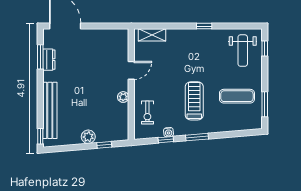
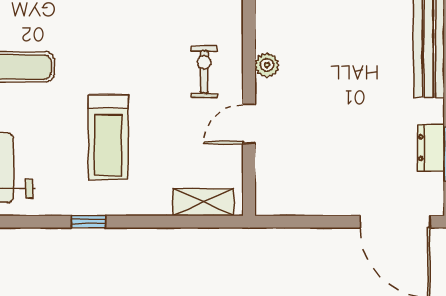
treadmill: (194, 101) -> (108, 137), moved
exercise bike: (147, 112) -> (204, 72), moved

